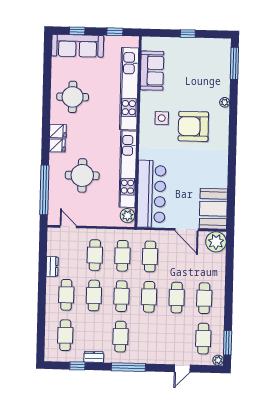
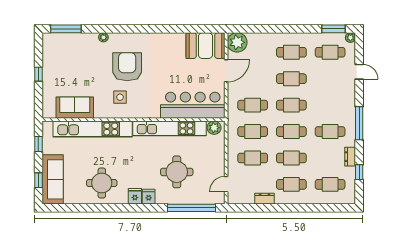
armchair: (193, 126) -> (127, 67), turned 180

